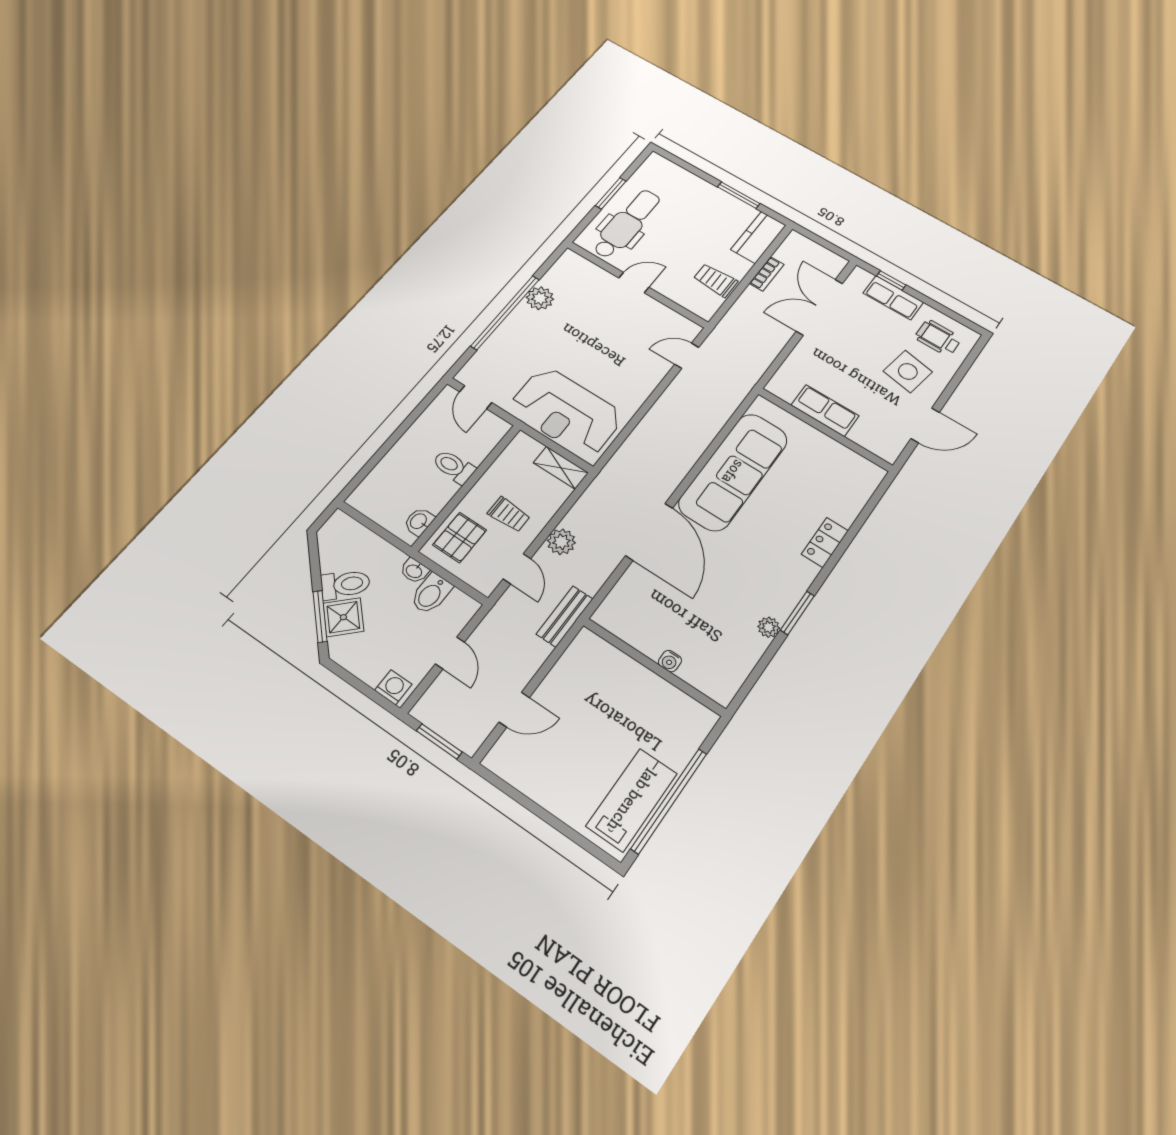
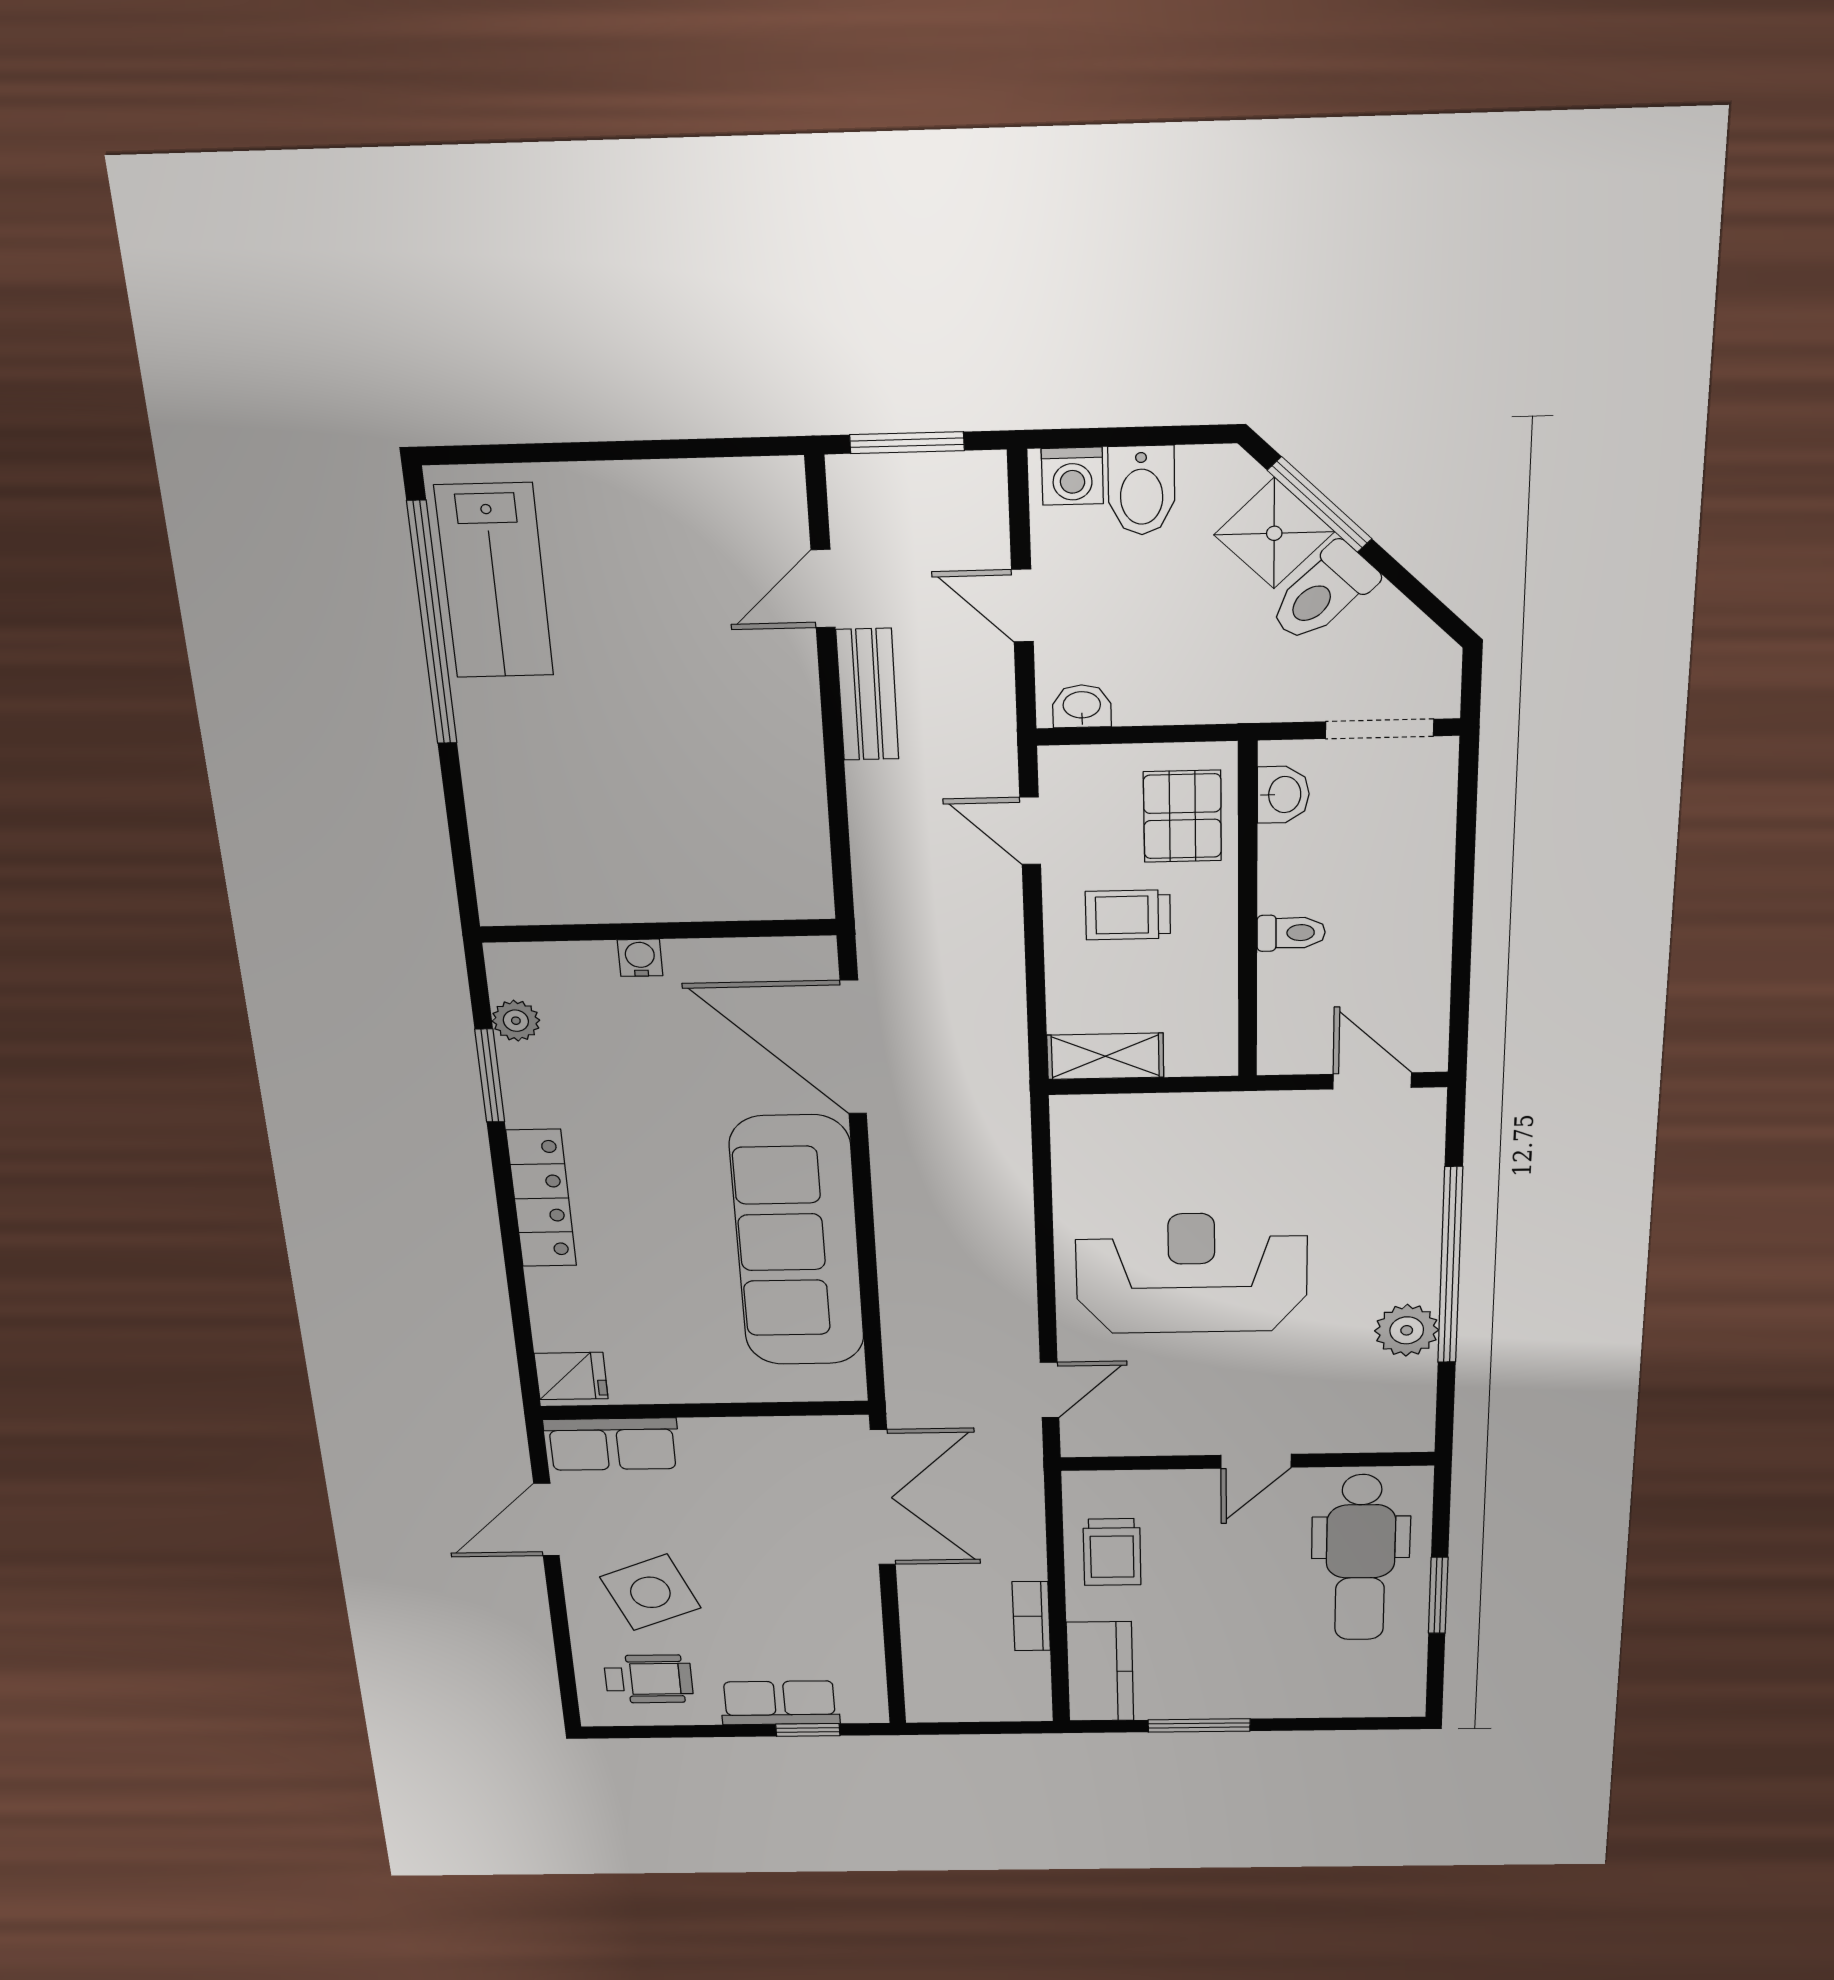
trolley: (715, 280) -> (1112, 1552), turned 90
double door: (819, 307) -> (883, 1498), moved
side table: (908, 371) -> (650, 1592), turned -32
row of seats: (825, 410) -> (612, 1444), moved
reception desk: (566, 412) -> (1192, 1273), moved
toilet: (454, 467) -> (1291, 933), width x0.73, depth x0.72
fridge: (866, 476) -> (571, 1376), added
doorway: (367, 523) -> (1379, 729), added
plant: (561, 542) -> (992, 929), removed
locker: (825, 542) -> (542, 1198), width x1.53
washbasin: (414, 571) -> (1082, 706), moved
bidet: (431, 594) -> (1142, 491), moved, turned 180
bench: (565, 616) -> (867, 695), moved
water cooler: (670, 661) -> (640, 958), moved
wall: (654, 667) -> (658, 931), moved

